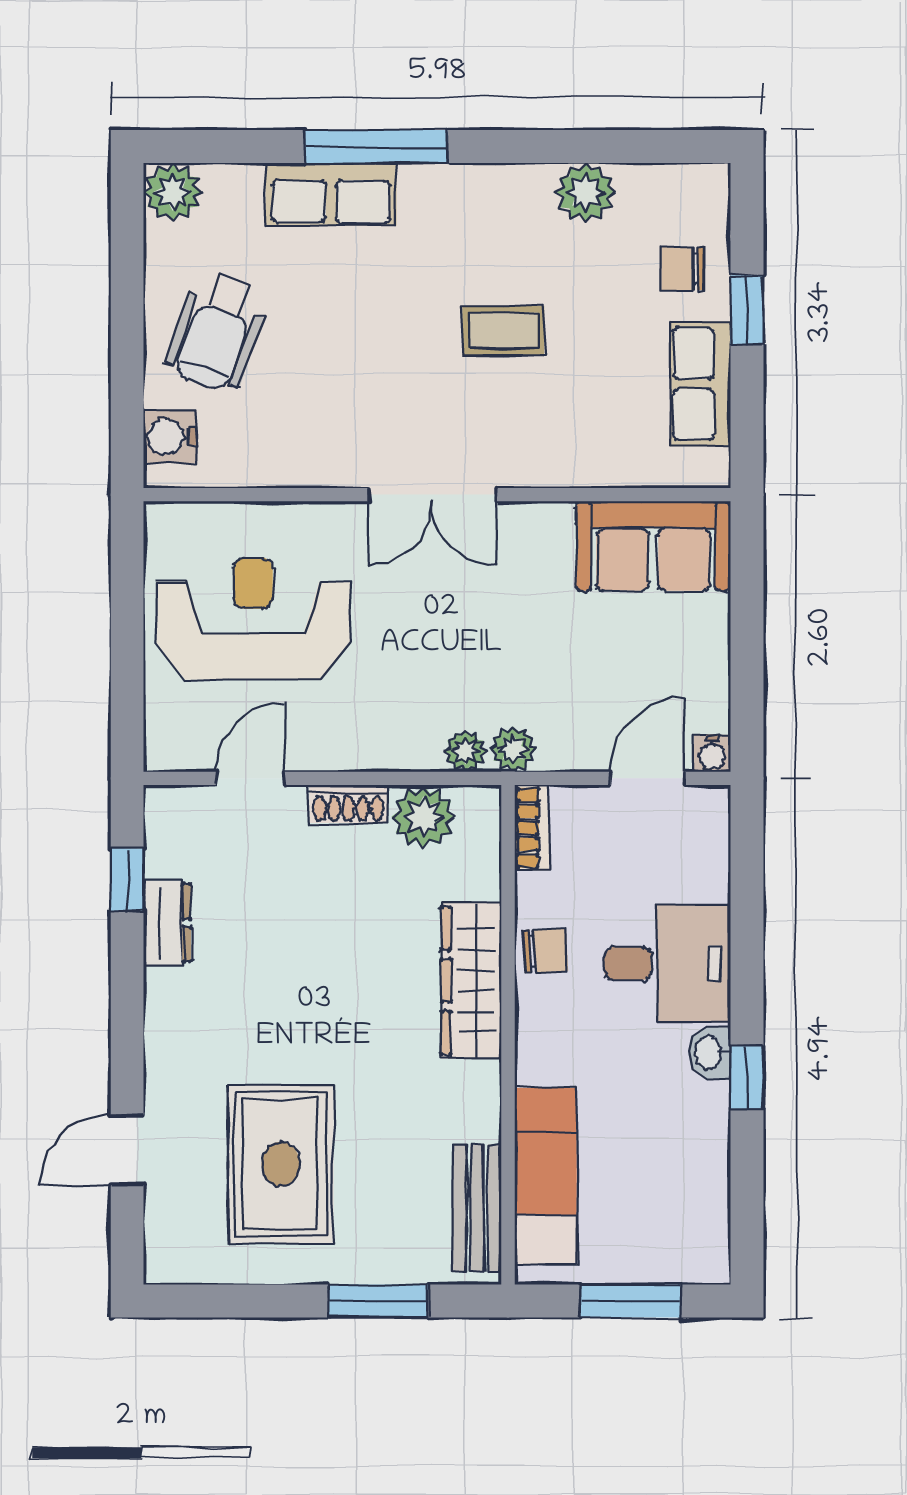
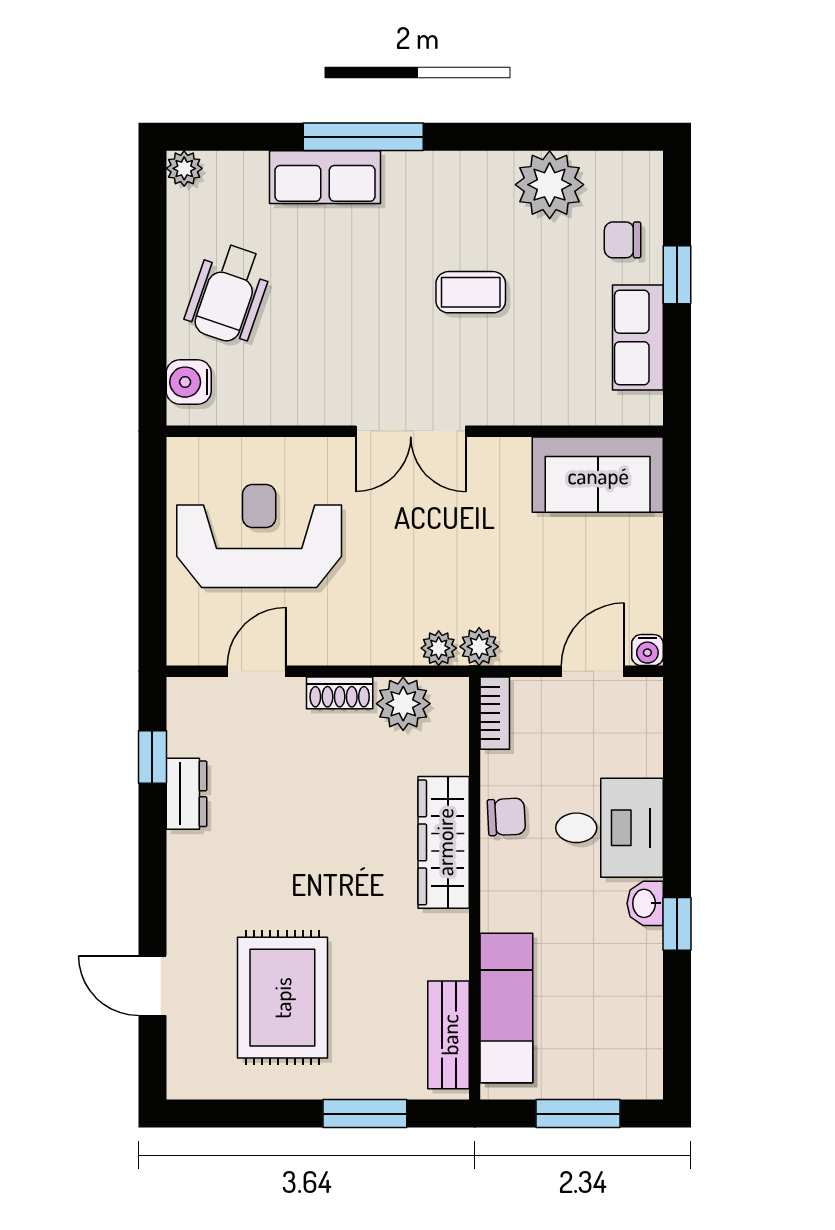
plant: (173, 192) -> (184, 168), width x0.73, depth x0.73
plant: (586, 193) -> (550, 185), width x1.36, depth x1.36
door: (127, 1150) -> (152, 986), hinge flipped

